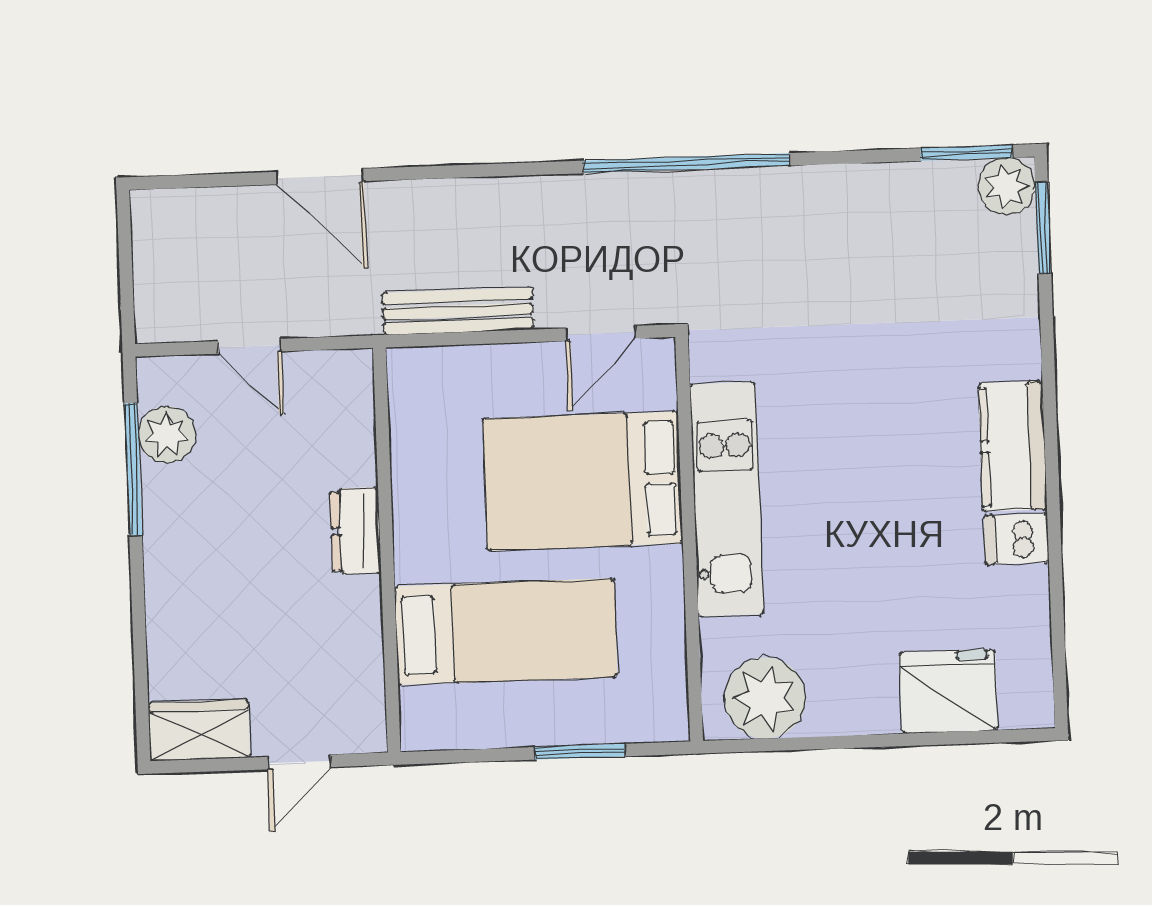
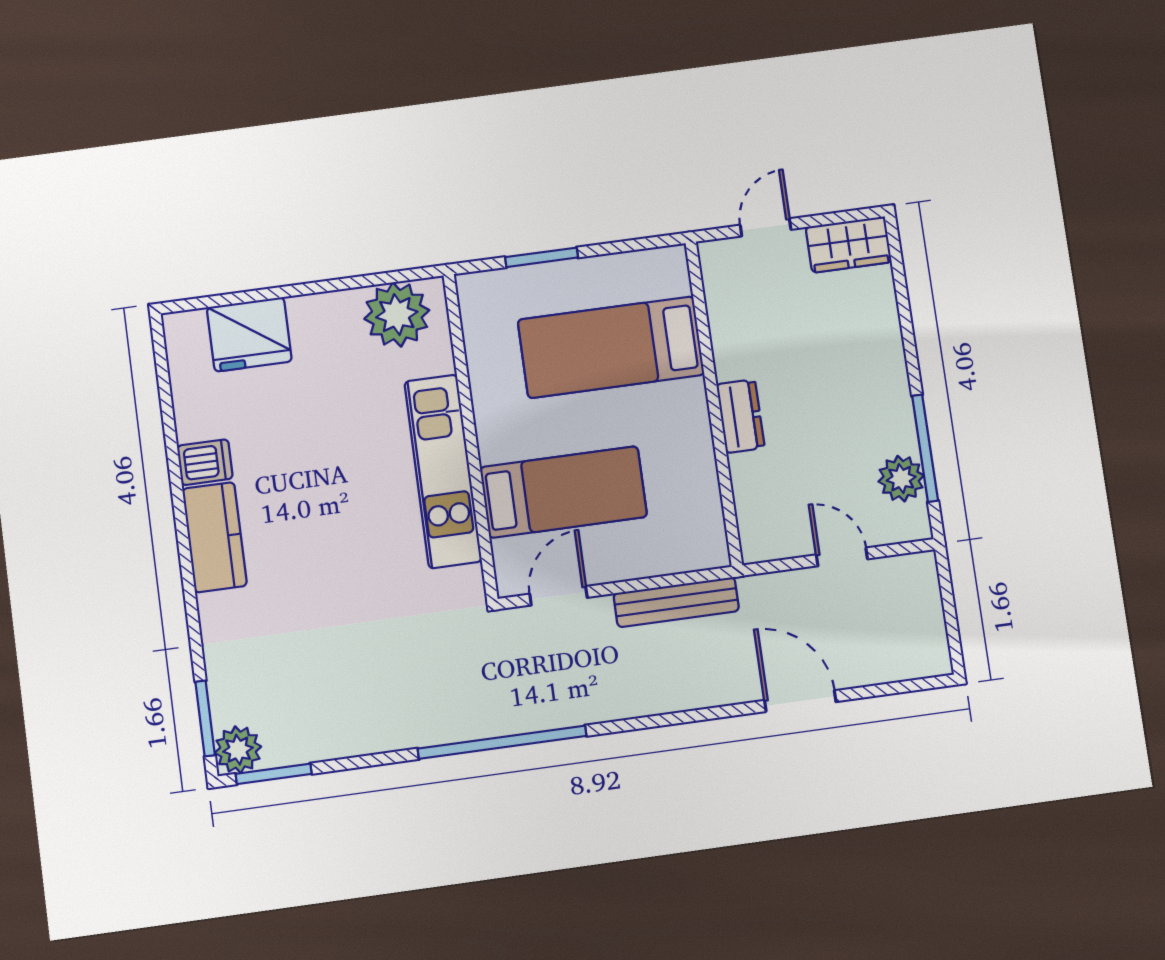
bed: (583, 481) -> (563, 492), width x0.67

